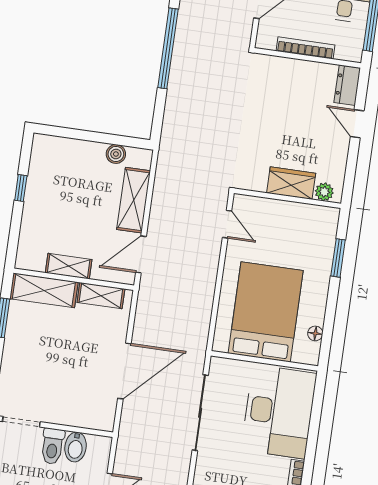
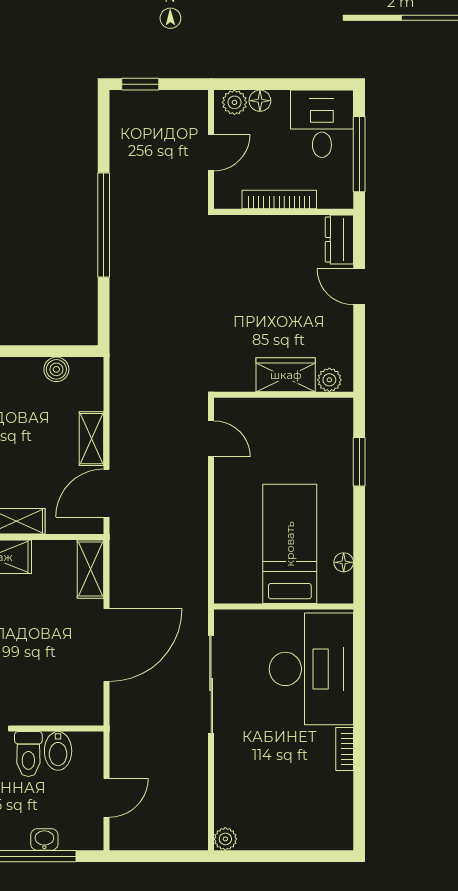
shelving: (134, 200) -> (91, 439), width x0.67, depth x0.75
shelving: (101, 296) -> (91, 569), moved, turned 90
bed: (266, 312) -> (290, 544), width x0.67

